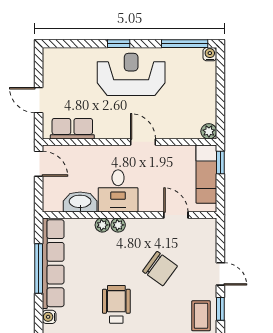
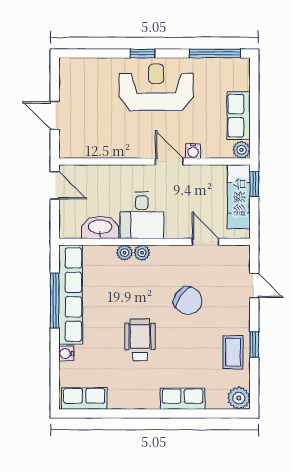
water cooler: (210, 54) -> (193, 151), moved, turned 180
row of seats: (72, 129) -> (239, 116), moved, turned -90
door: (220, 274) -> (254, 285), moved

